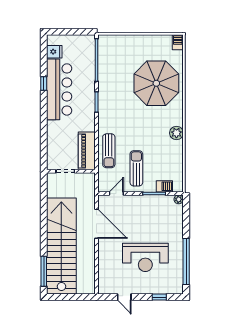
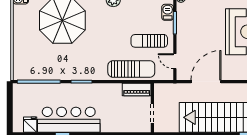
piano: (87, 151) -> (137, 89), width x0.73, depth x0.75
sun lounger: (109, 151) -> (131, 69), width x1.36, depth x1.34

